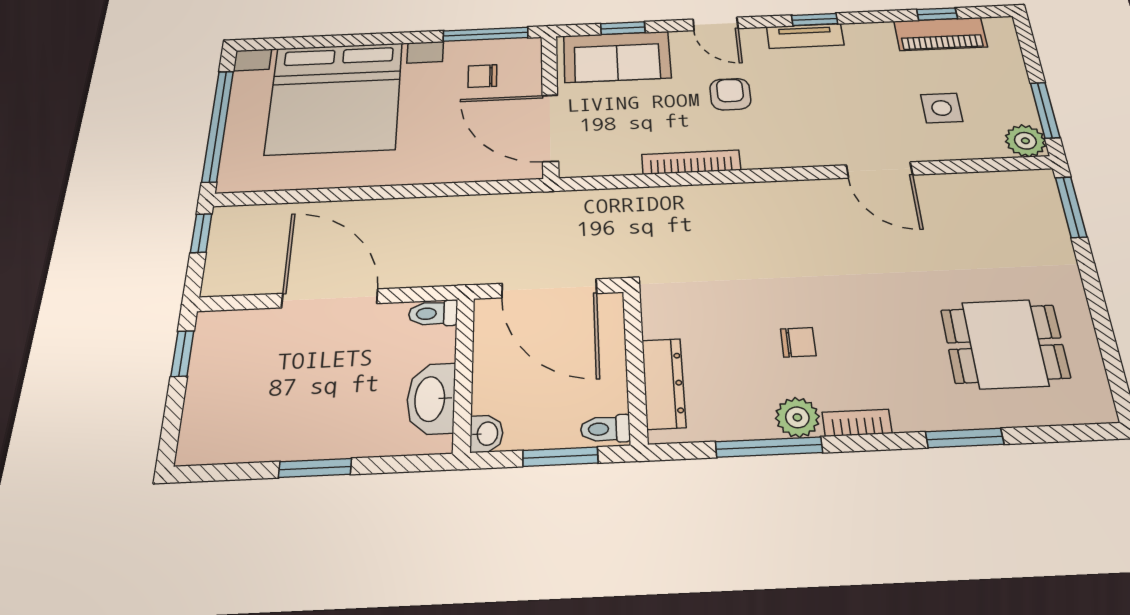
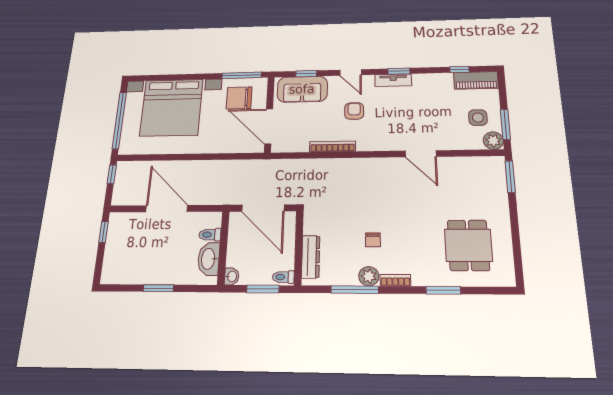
piano: (940, 34) -> (476, 80), moved
chair: (482, 76) -> (239, 98), width x1.87, depth x1.87
side table: (942, 108) -> (478, 118), moved
toilet: (433, 313) -> (210, 235), moved
chair: (798, 342) -> (373, 240), turned 90
dining table: (1005, 344) -> (468, 245), turned 90

